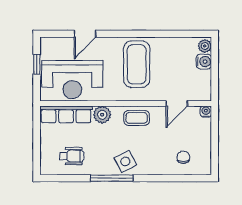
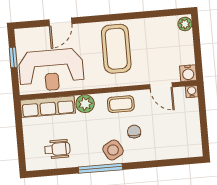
water cooler: (204, 62) -> (188, 73), moved, turned 90
door: (177, 104) -> (161, 86), hinge flipped
chair: (183, 157) -> (134, 132), moved

